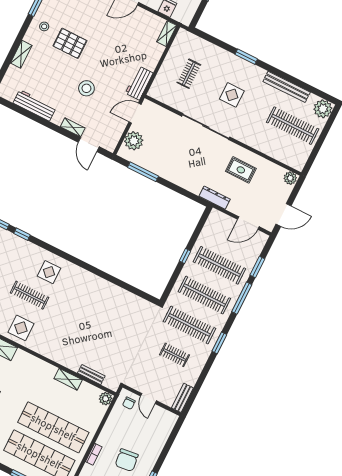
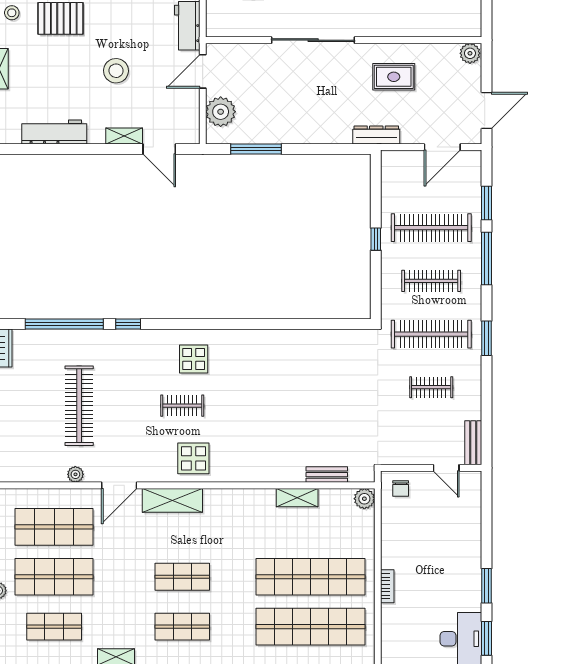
clothes rail: (29, 295) -> (182, 406), width x0.73
clothes rail: (204, 295) -> (431, 281), width x0.73, depth x0.76
door: (148, 398) -> (446, 468), moved
chair: (127, 460) -> (438, 571), removed

